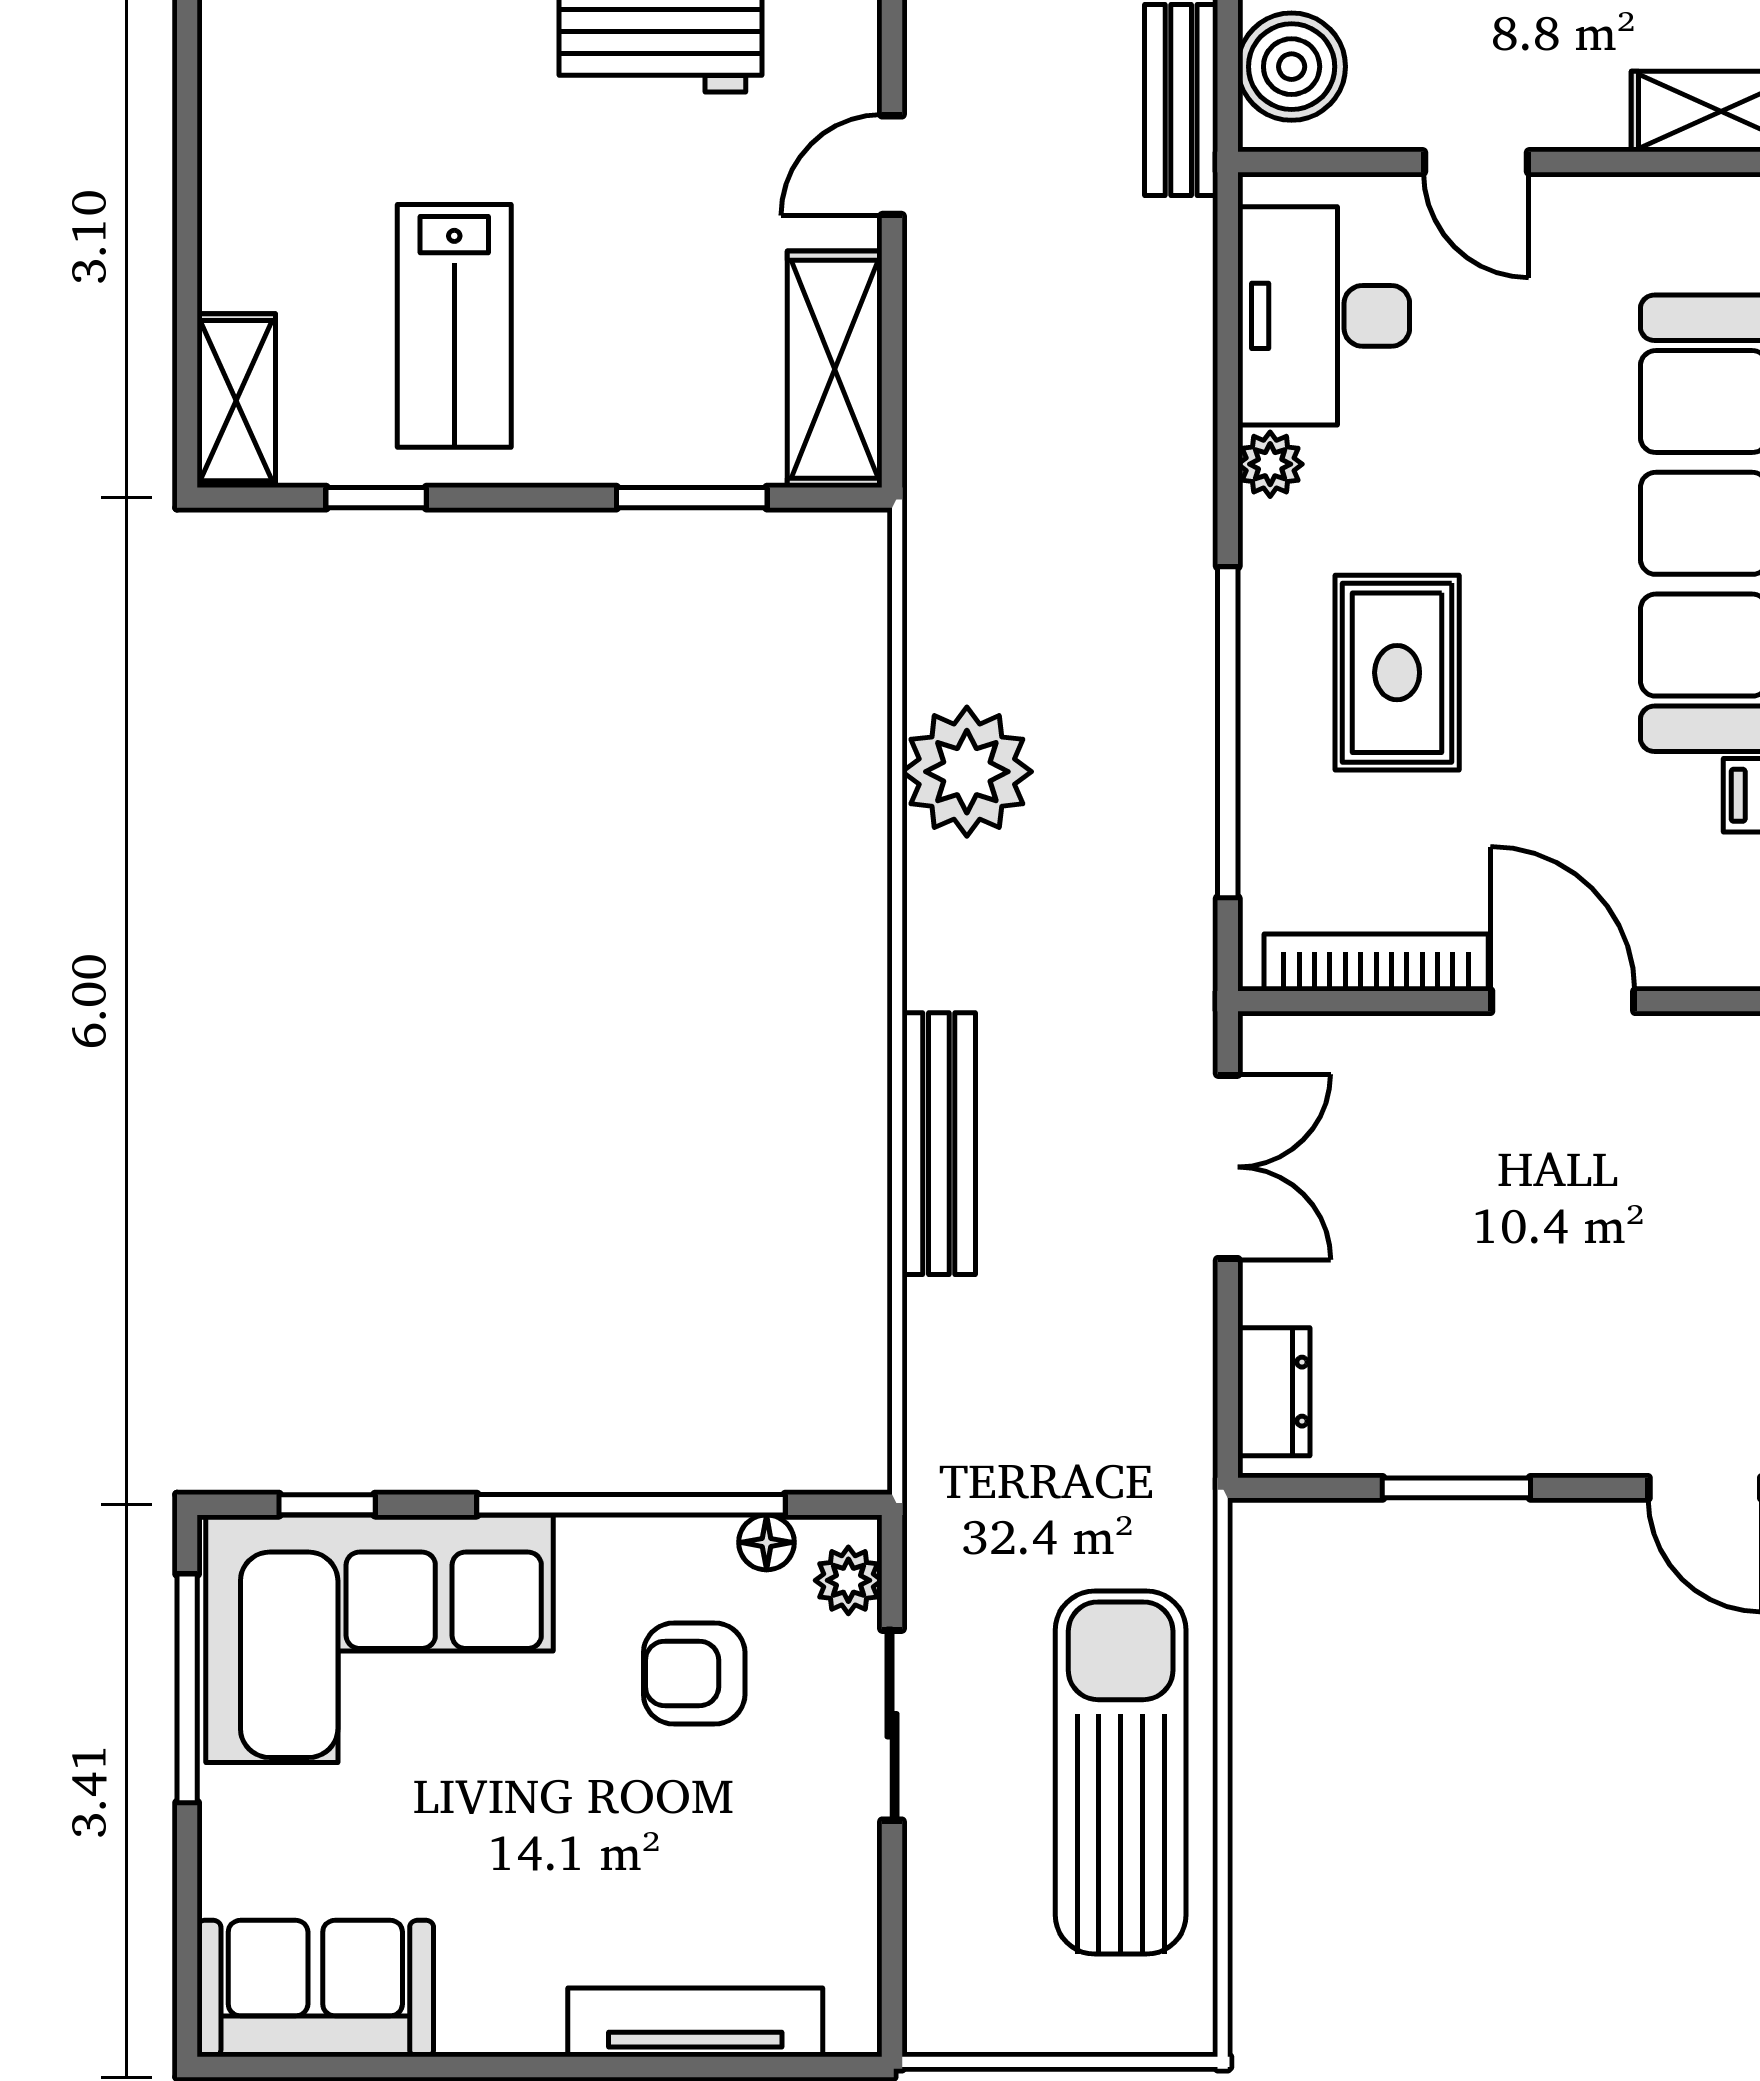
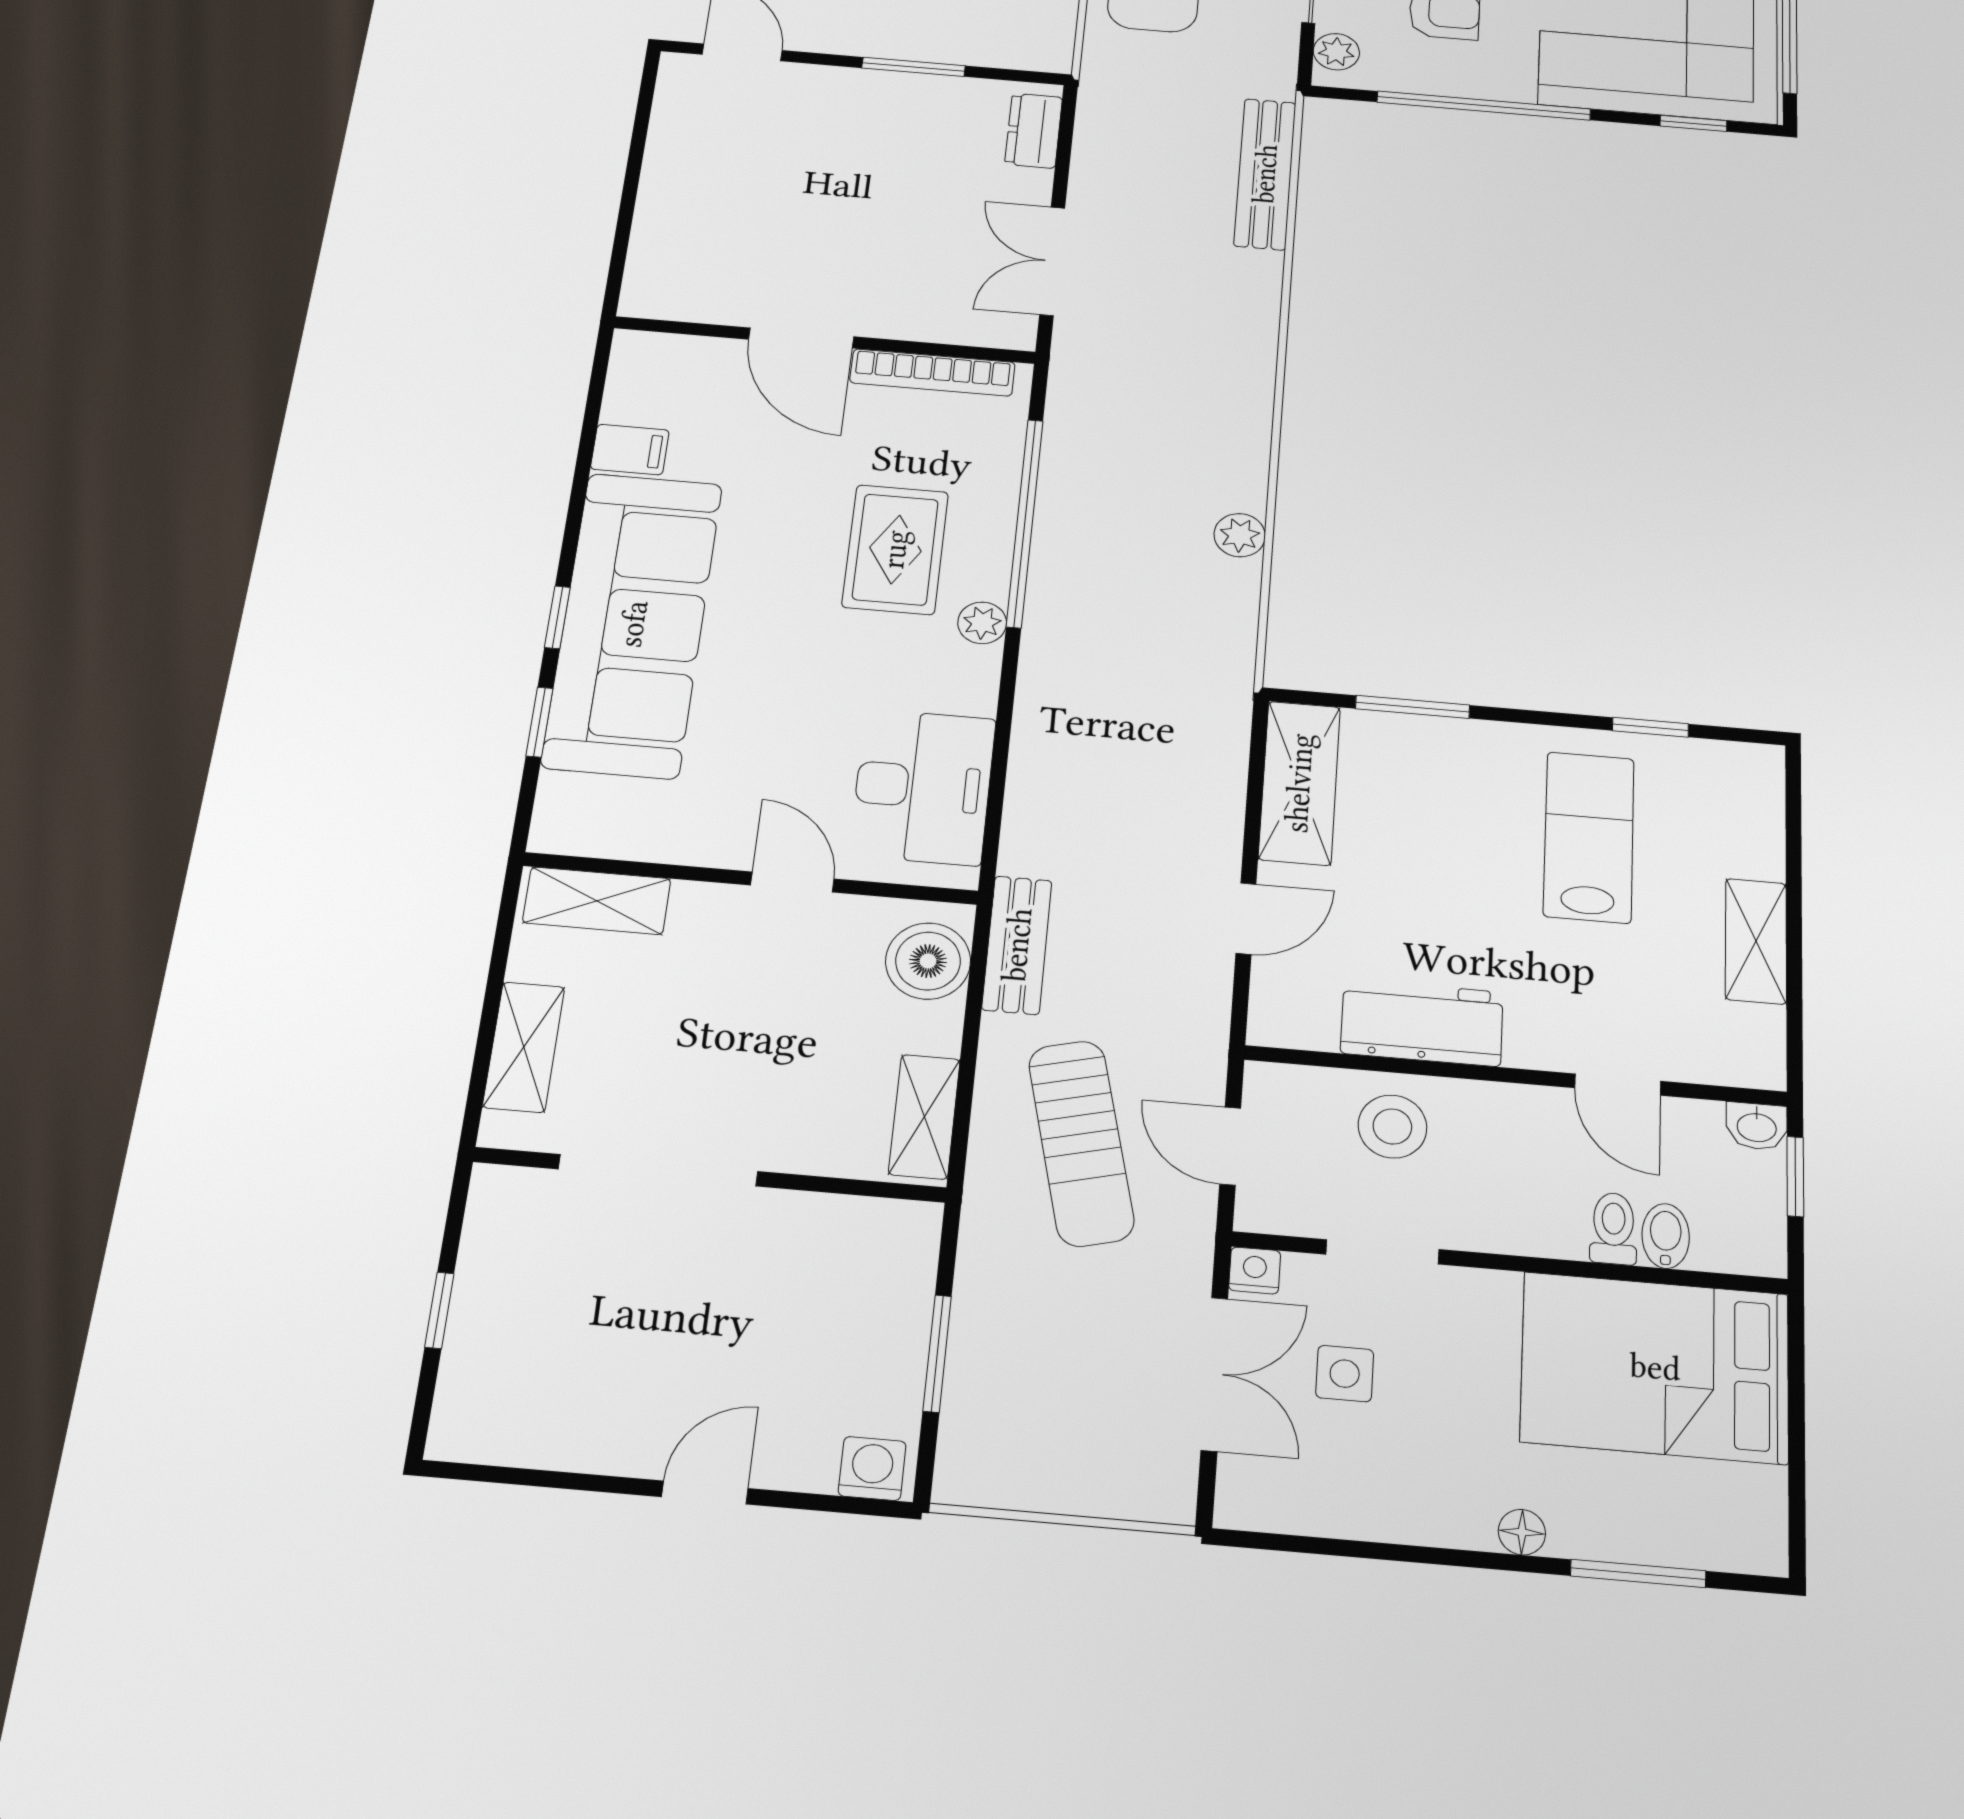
shelving: (236, 401) -> (1756, 941), moved
plant: (1270, 464) -> (982, 623), moved
plant: (967, 772) -> (1240, 535), width x0.53, depth x0.53
bench: (939, 1144) -> (1265, 174), moved
floor lamp: (767, 1542) -> (1391, 77), removed

